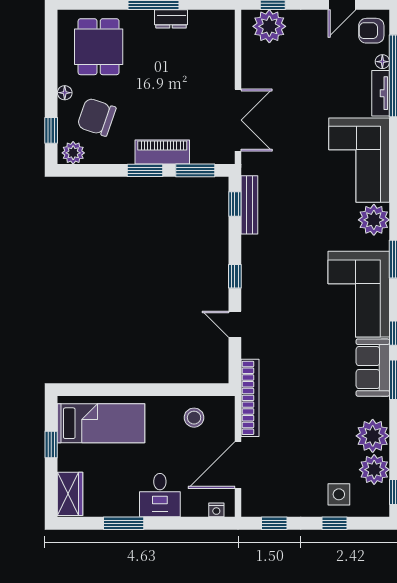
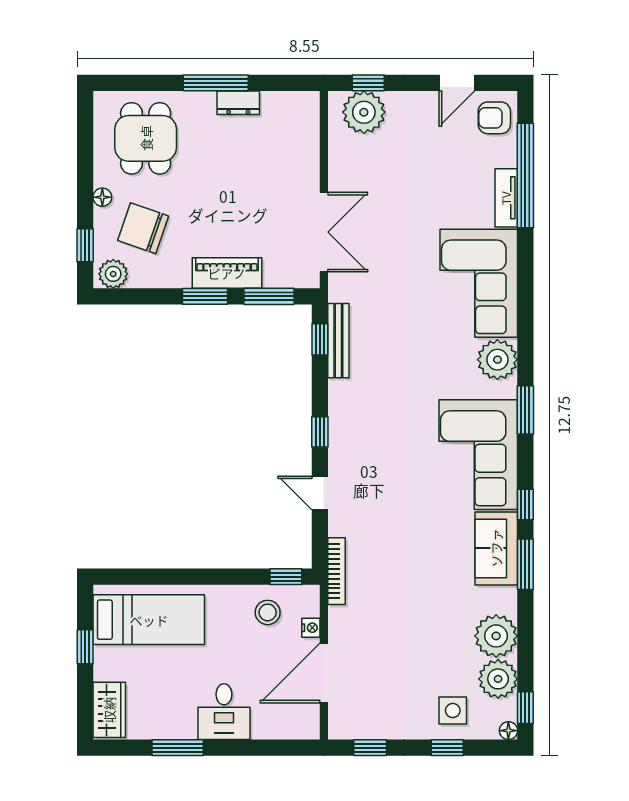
floor lamp: (382, 62) -> (508, 731), moved
window: (208, 390) -> (286, 577), added
bookcase: (250, 398) -> (337, 571), width x0.68, depth x0.76
nightstand: (216, 510) -> (311, 628), moved, turned -90

